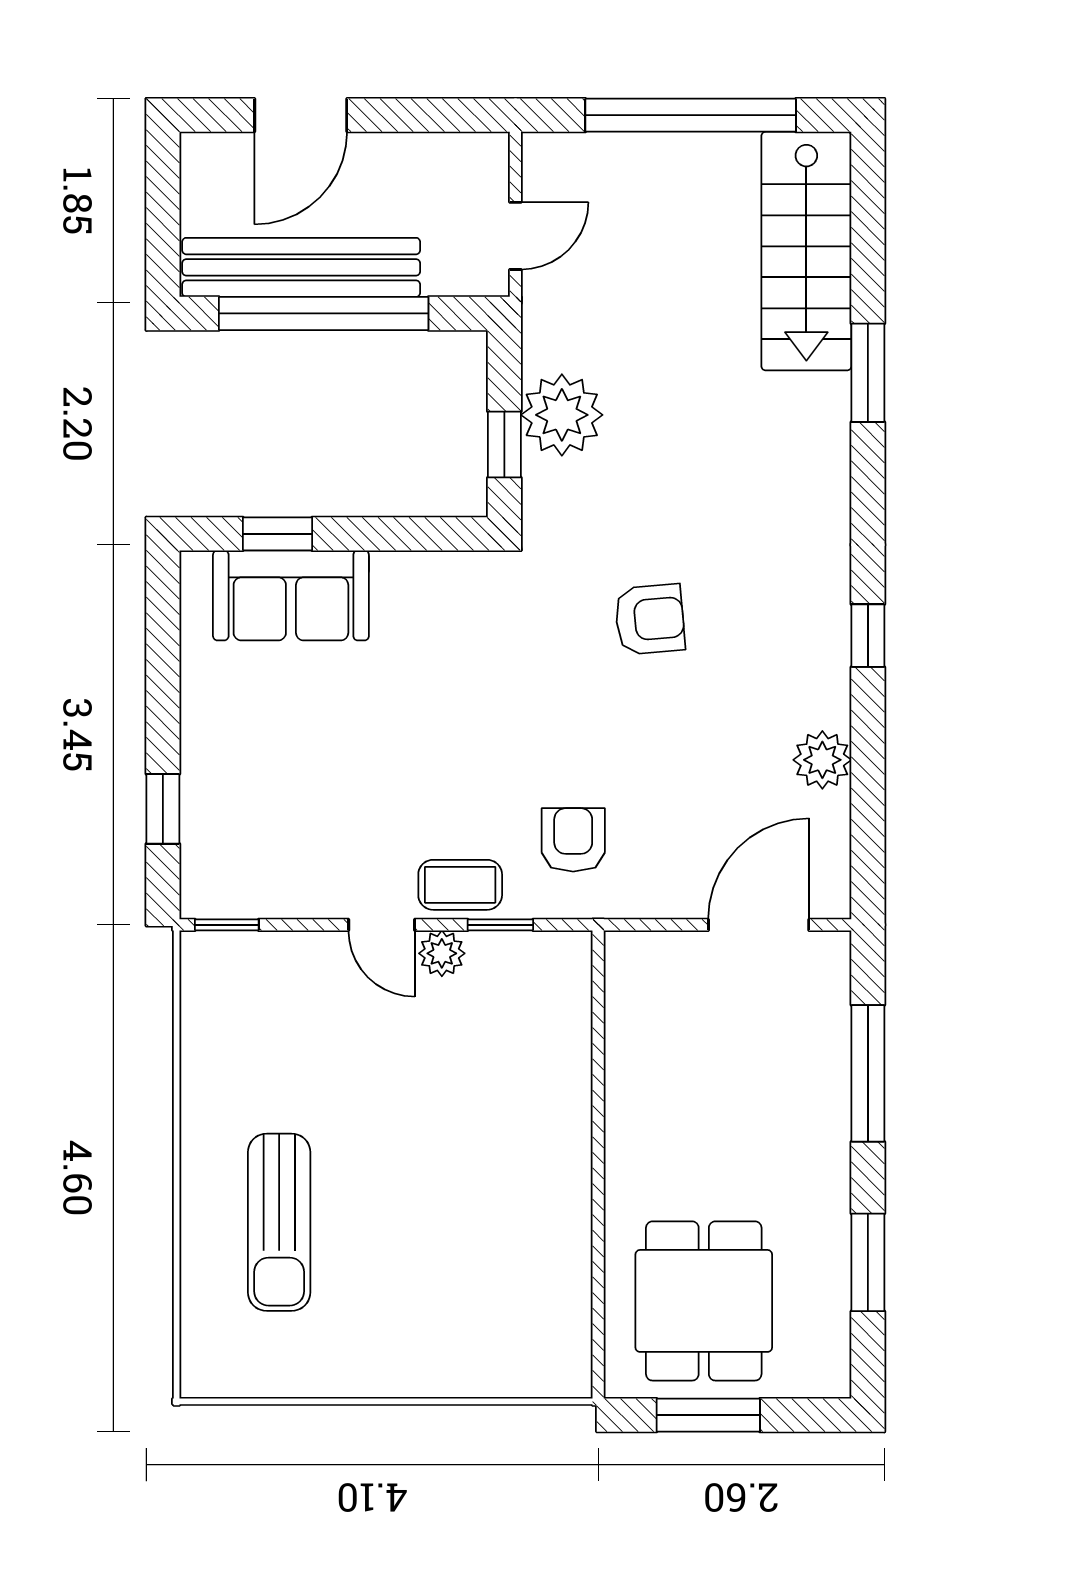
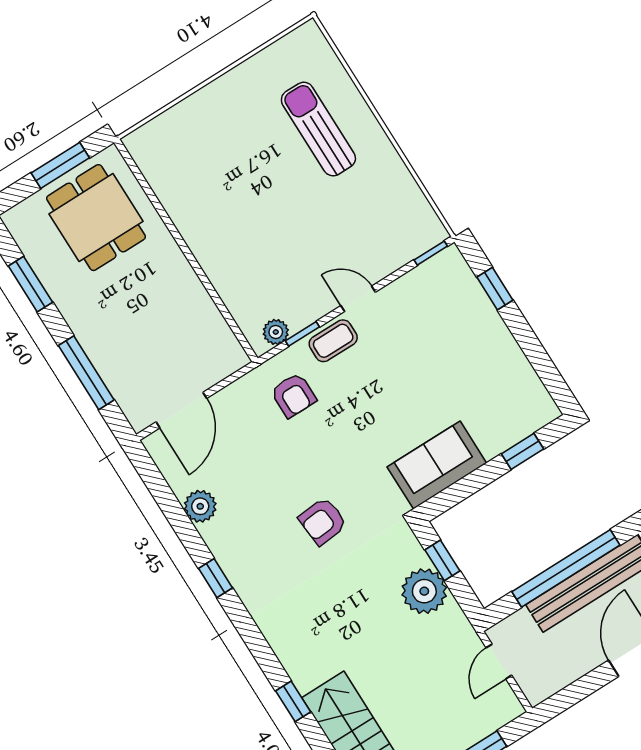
window: (868, 373) -> (293, 701), width x0.67
sofa: (291, 595) -> (437, 465), moved
plant: (442, 953) -> (276, 332), moved

